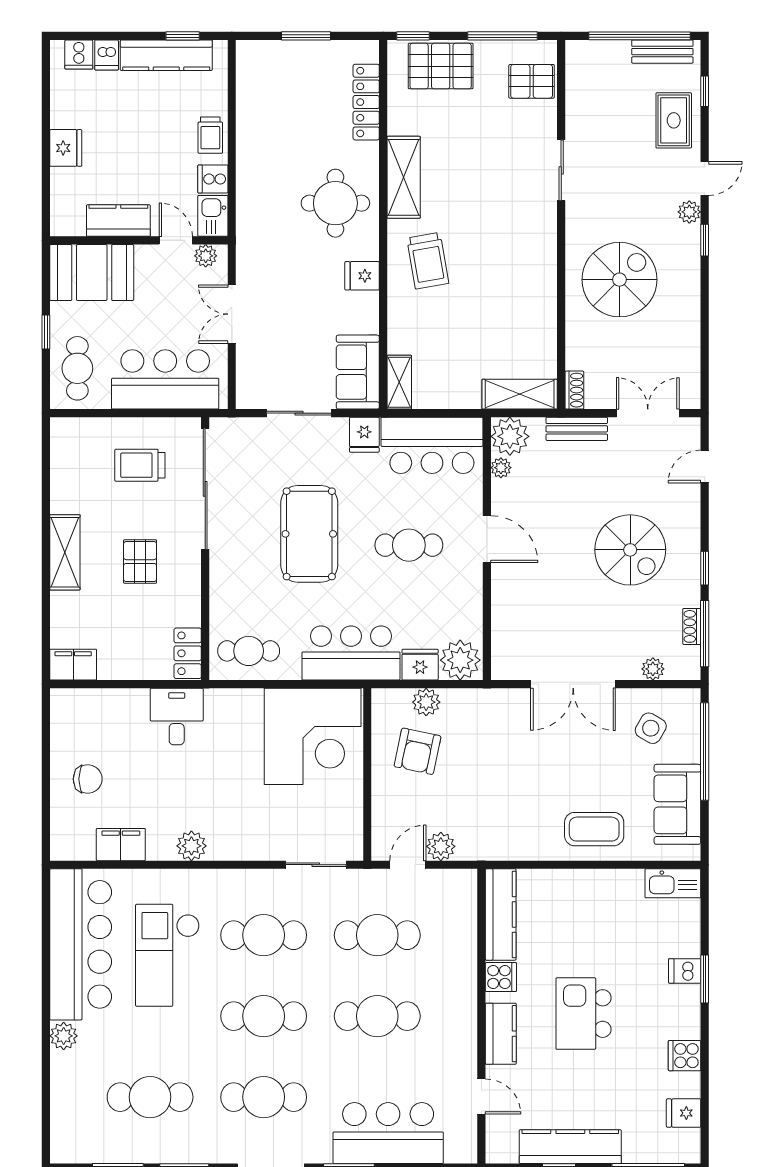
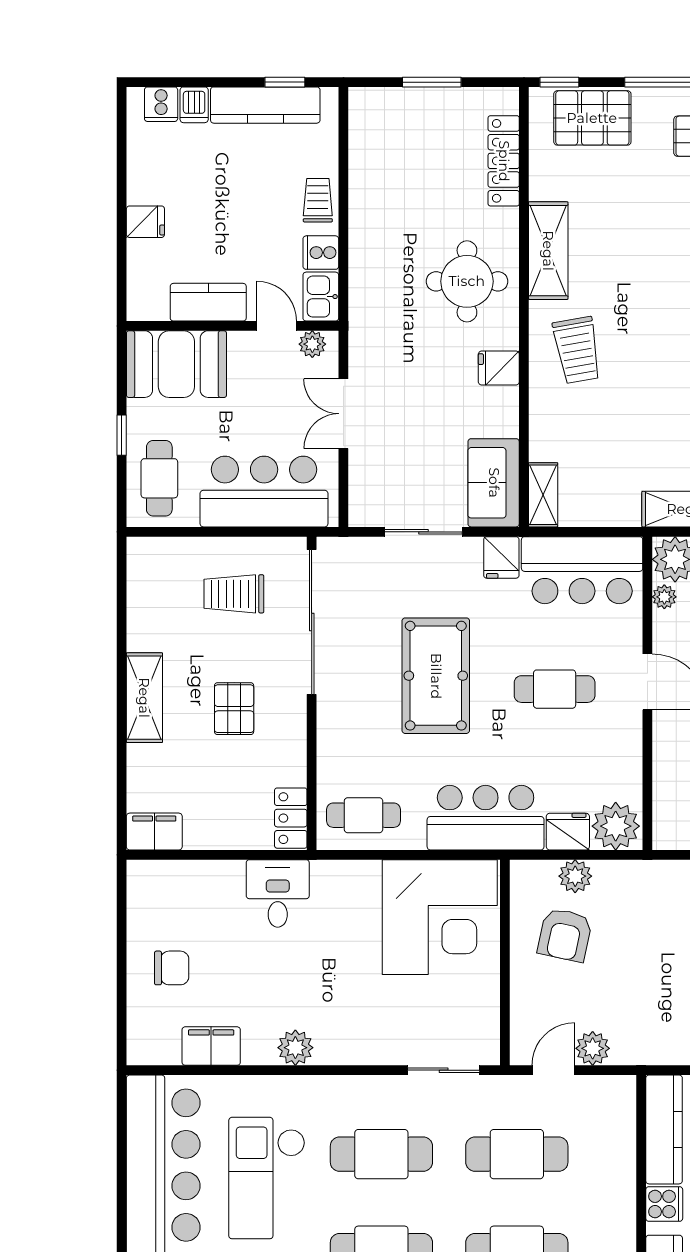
trolley: (210, 135) -> (318, 200), turned 180
fridge: (66, 148) -> (145, 222), width x0.72

